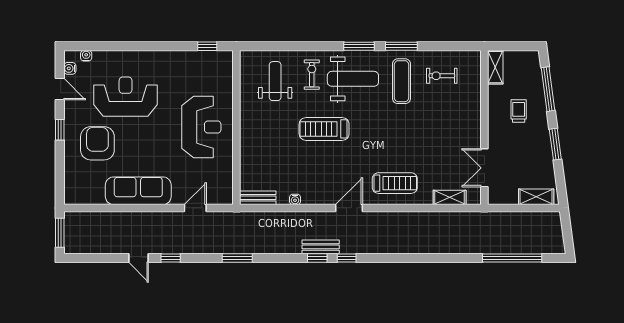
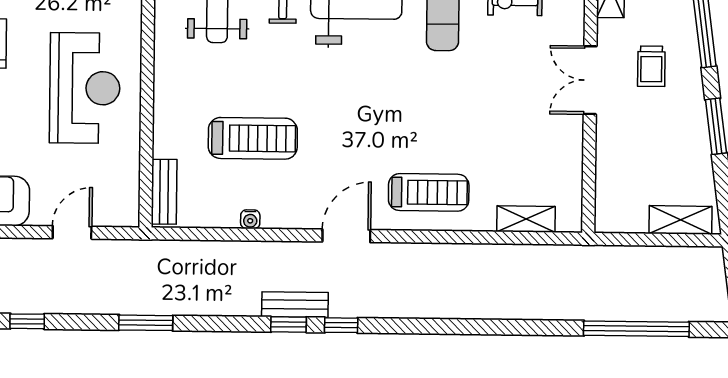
trolley: (519, 111) -> (651, 66), turned 180
treadmill: (324, 129) -> (253, 138), moved, turned 180
double door: (484, 168) -> (590, 80), moved
bench: (258, 198) -> (164, 192), moved, turned 90

